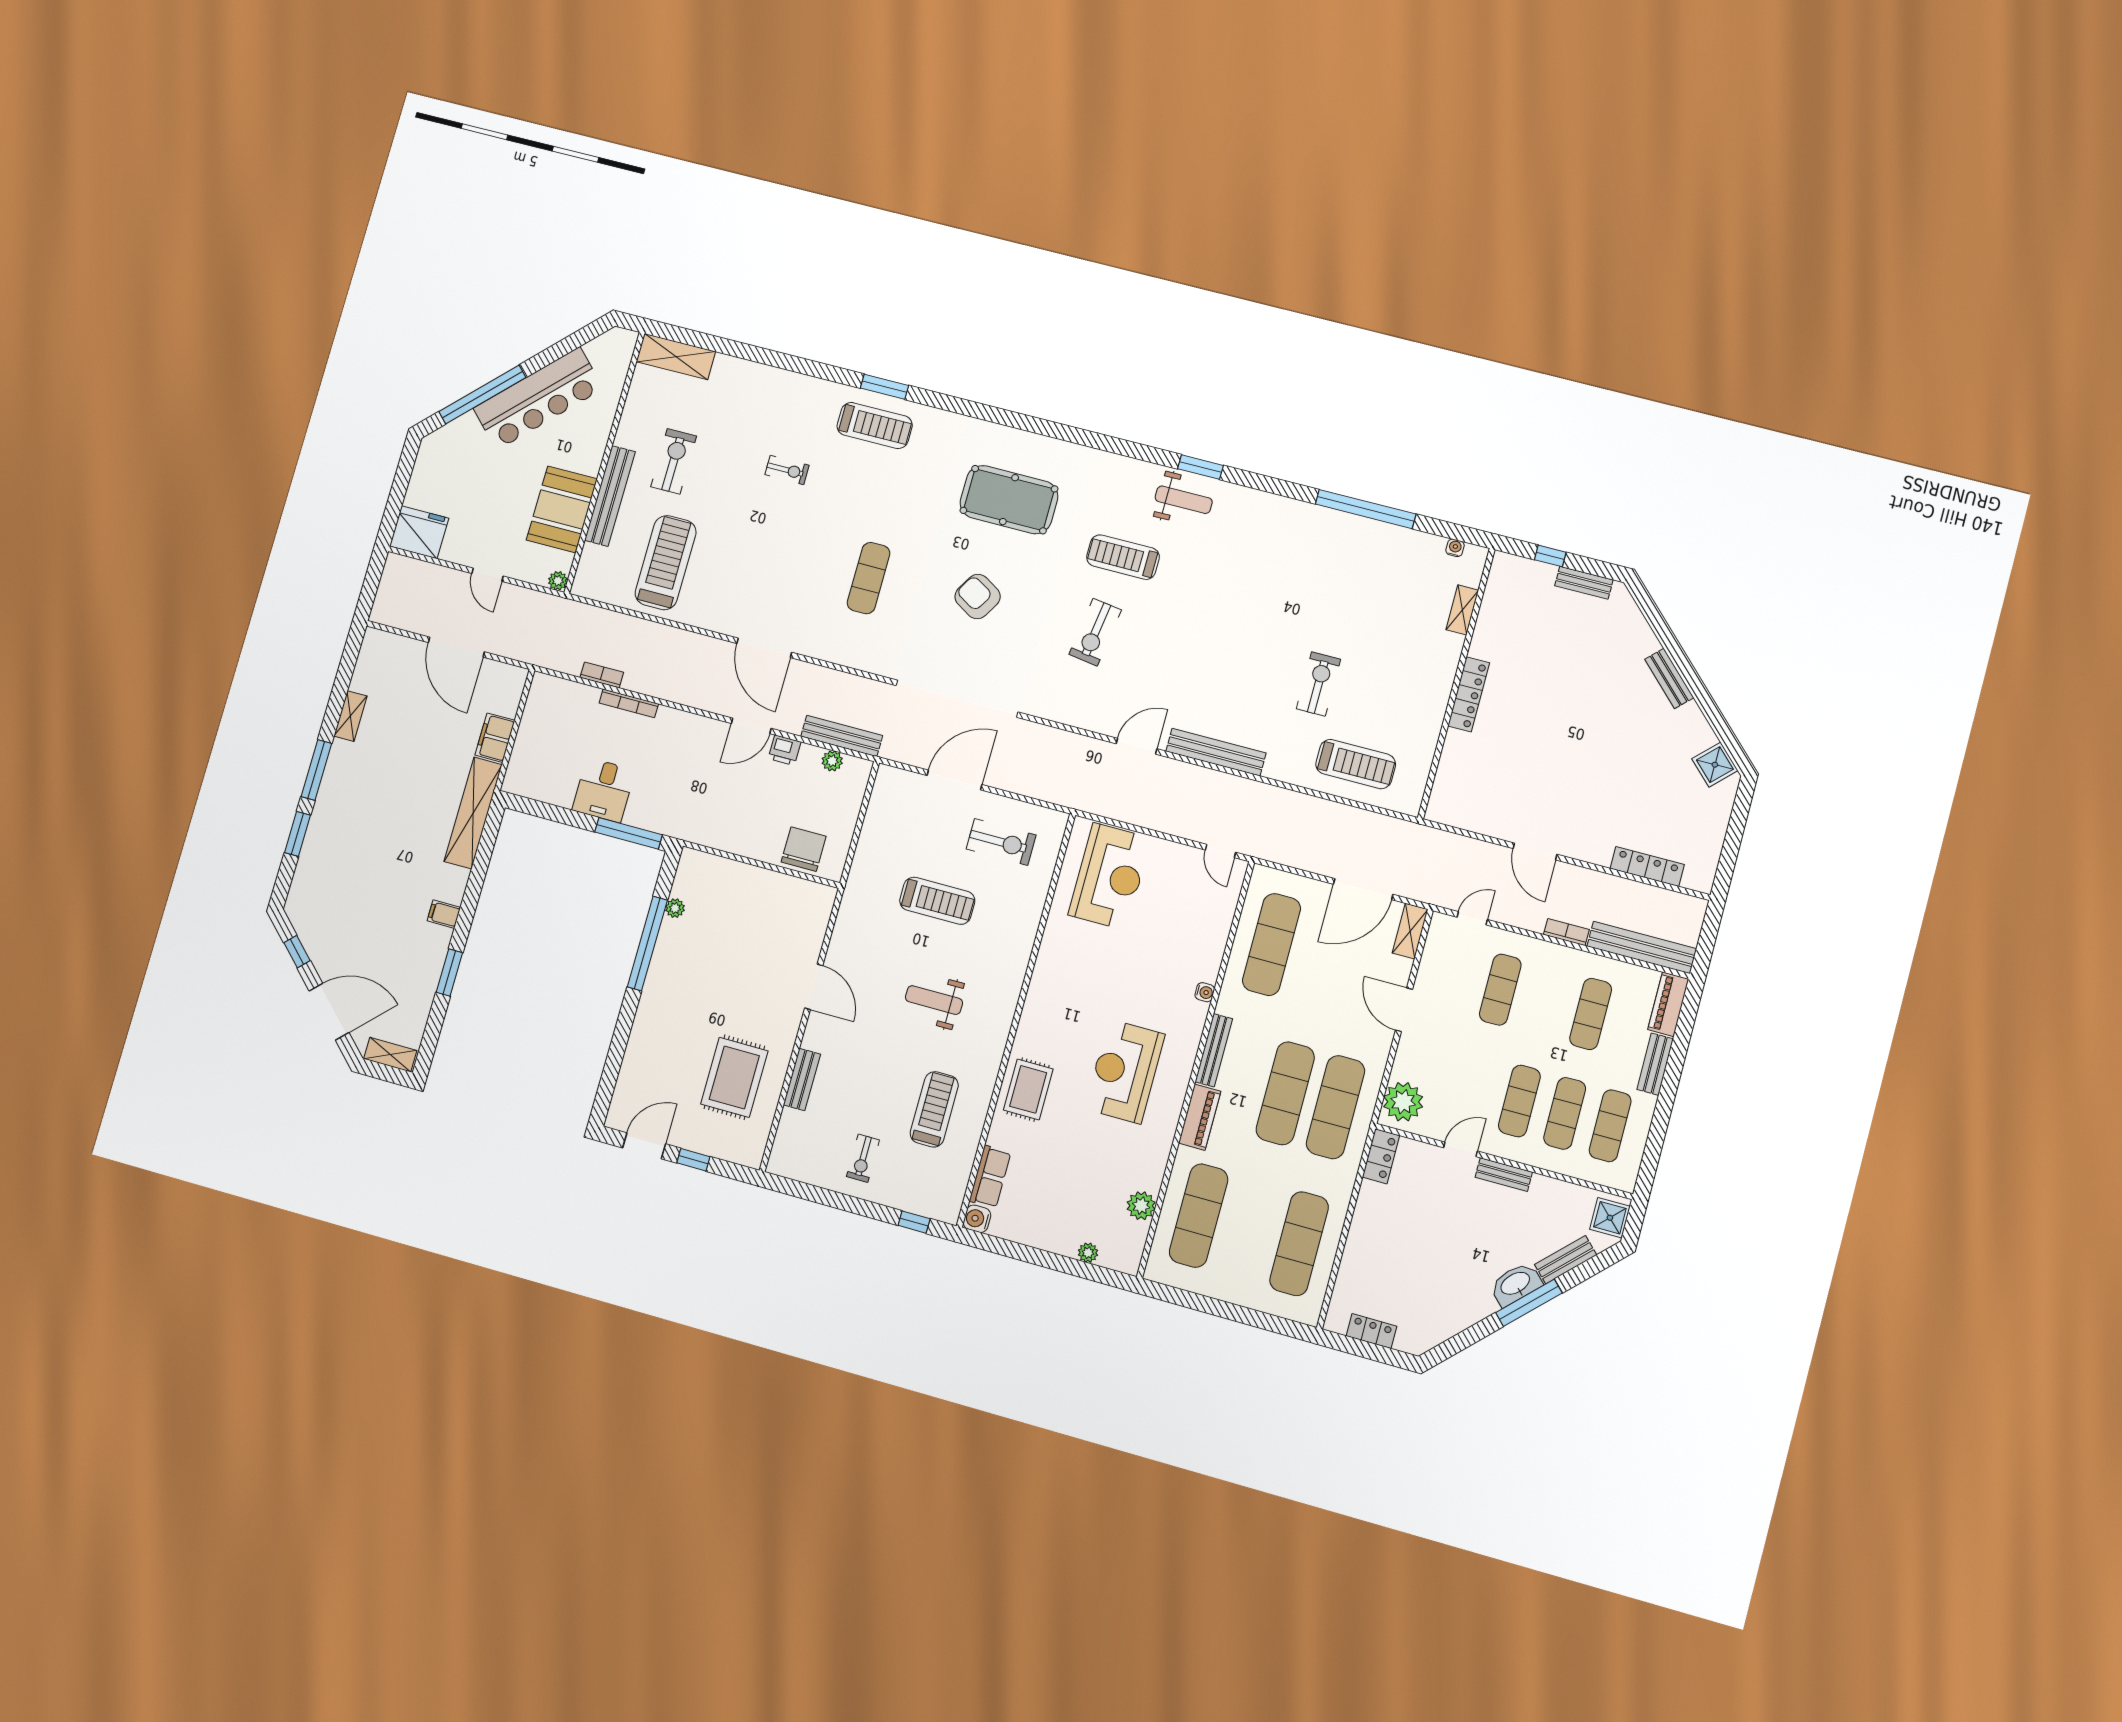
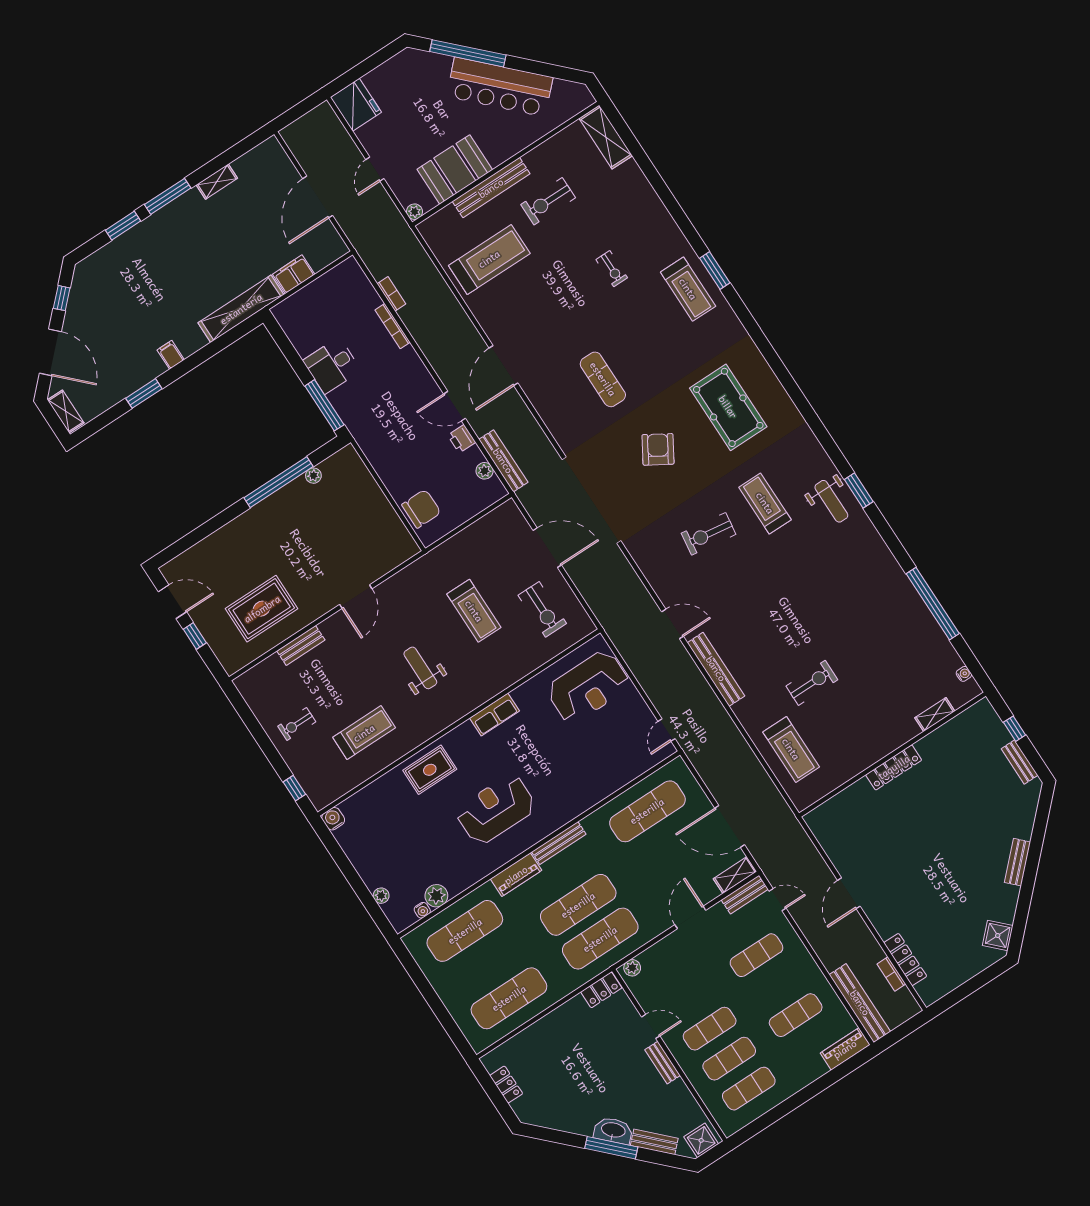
exercise bike: (674, 461) -> (548, 201), turned 180
exercise mat: (869, 578) -> (603, 379), turned 90
bookcase: (1566, 932) -> (891, 974), moved, turned 180
water cooler: (1205, 992) -> (422, 910), moved
bench: (1655, 1064) -> (745, 895), moved
plant: (1403, 1102) -> (632, 968), width x0.53, depth x0.53
row of seats: (990, 1177) -> (494, 715), moved

